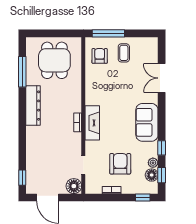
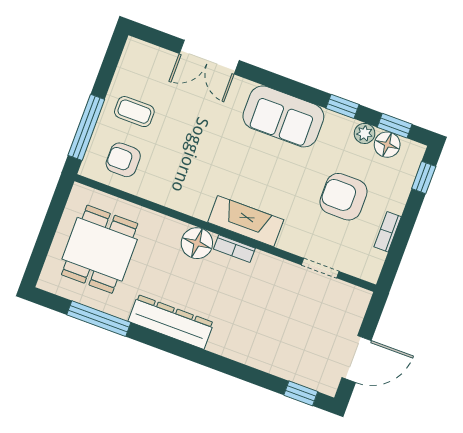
dining table: (54, 60) -> (100, 249), turned 90
floor lamp: (74, 186) -> (197, 243), moved

